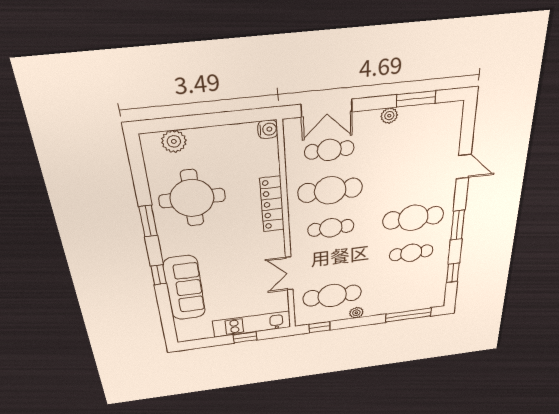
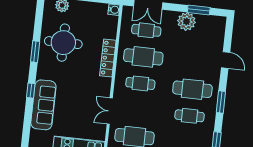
plant: (389, 116) -> (187, 22), width x1.87, depth x1.87

